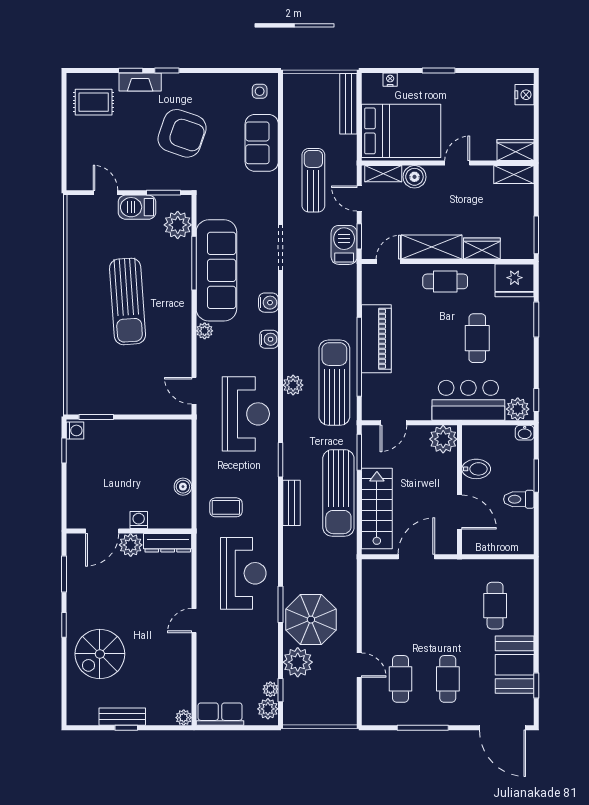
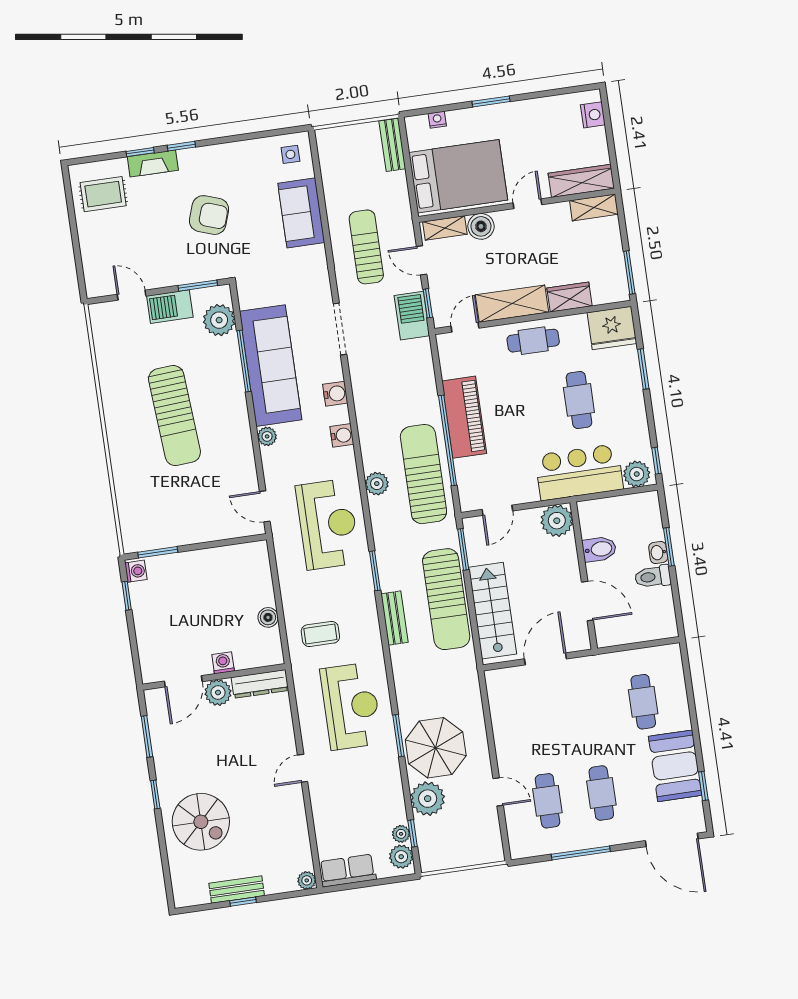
bench: (348, 104) -> (392, 145), width x0.73
armchair: (182, 133) -> (209, 215), width x0.73, depth x0.73
wardrobe: (516, 150) -> (581, 181), width x1.50
washbasin: (525, 433) -> (658, 553), moved, turned 90
spiral stairs: (100, 654) -> (201, 822), turned -90

